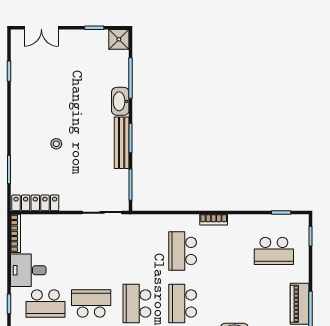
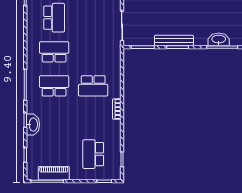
washbasin: (120, 101) -> (219, 39), moved
school desk: (183, 251) -> (93, 86), turned 180

